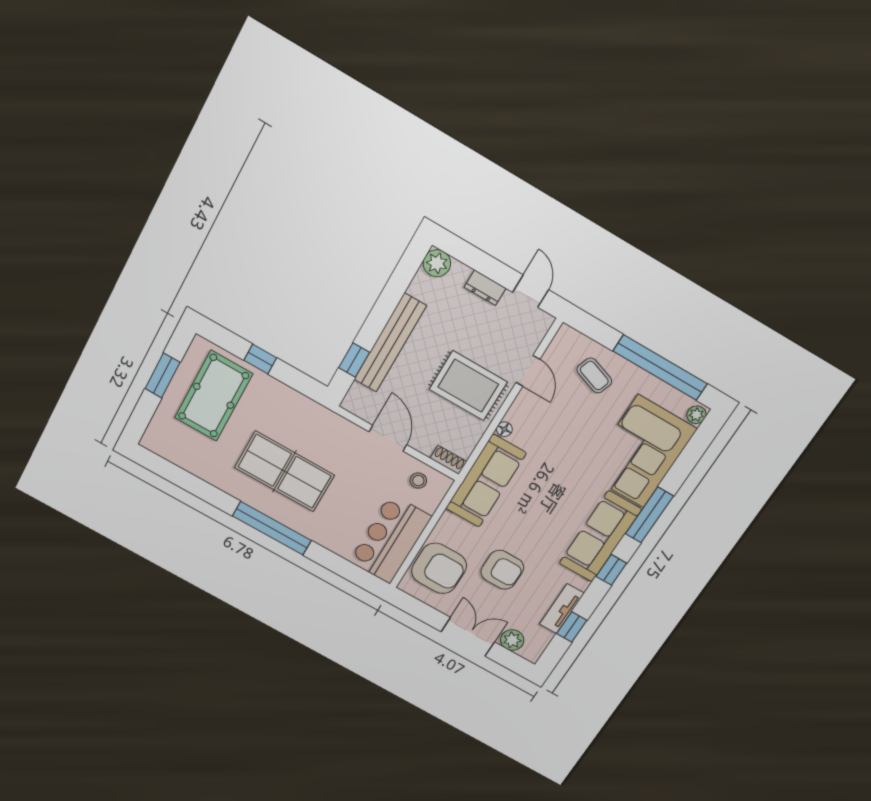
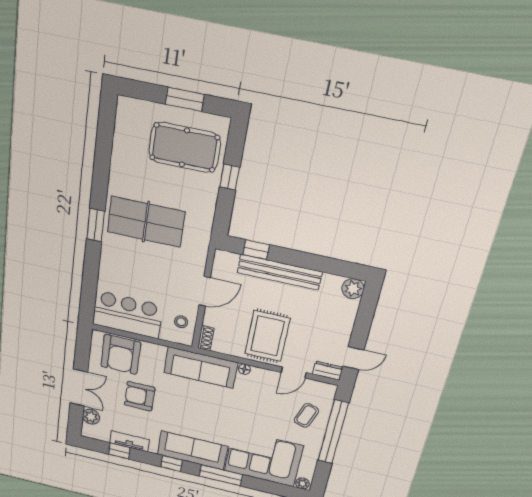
dresser: (485, 288) -> (328, 371), moved, turned 90
window: (660, 368) -> (333, 432), moved
table tennis table: (285, 471) -> (146, 222), turned 90
window: (272, 528) -> (96, 225), width x0.47
armchair: (502, 570) -> (140, 396), turned 90

